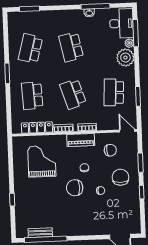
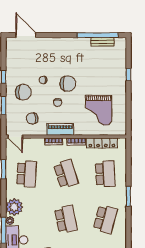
chair: (120, 177) -> (23, 92), turned -90

